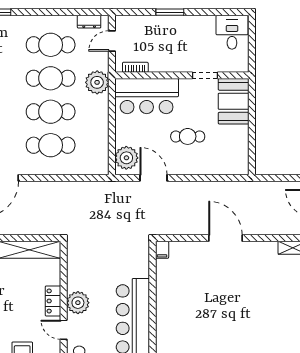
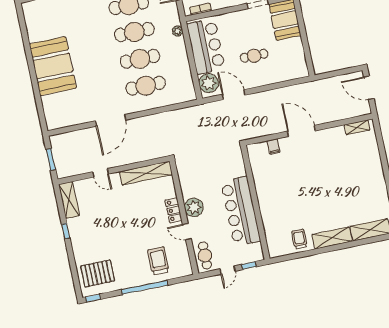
plant: (97, 82) -> (178, 31), width x0.53, depth x0.53
bar counter: (147, 96) -> (206, 46), moved, turned -90
filing cabinet: (162, 250) -> (274, 147), moved

